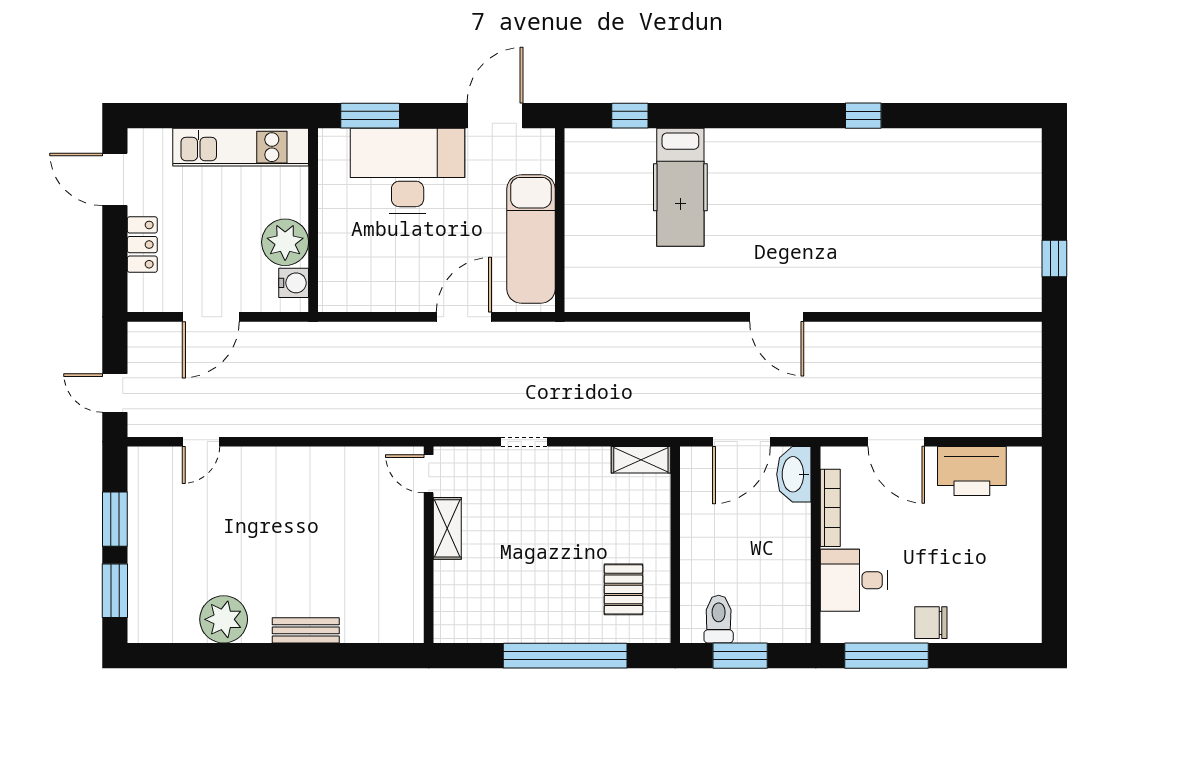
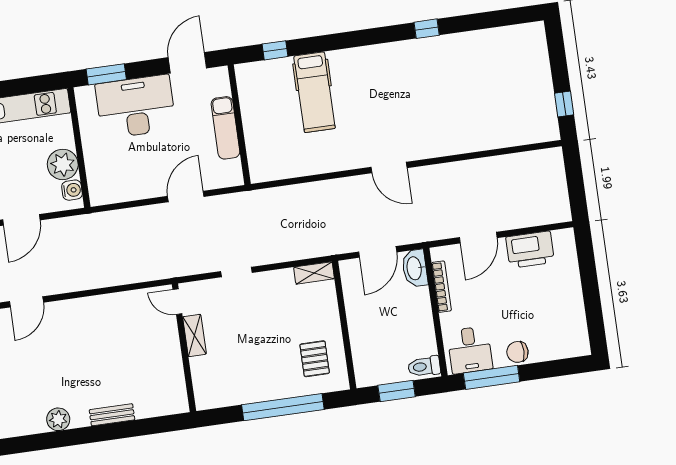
exam couch: (531, 239) -> (225, 128), width x0.73, depth x0.69
door: (201, 442) -> (26, 302), width x1.38
door: (896, 442) -> (478, 238), hinge flipped
desk: (854, 580) -> (470, 350), moved, turned -90
plant: (224, 619) -> (58, 419), width x0.73, depth x0.73
toilet: (719, 619) -> (424, 366), moved, turned -90

